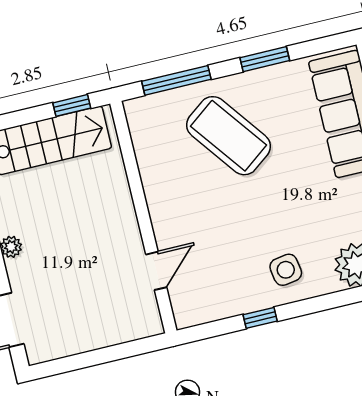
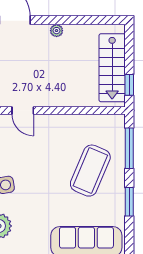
coffee table: (228, 136) -> (90, 171), turned -30

